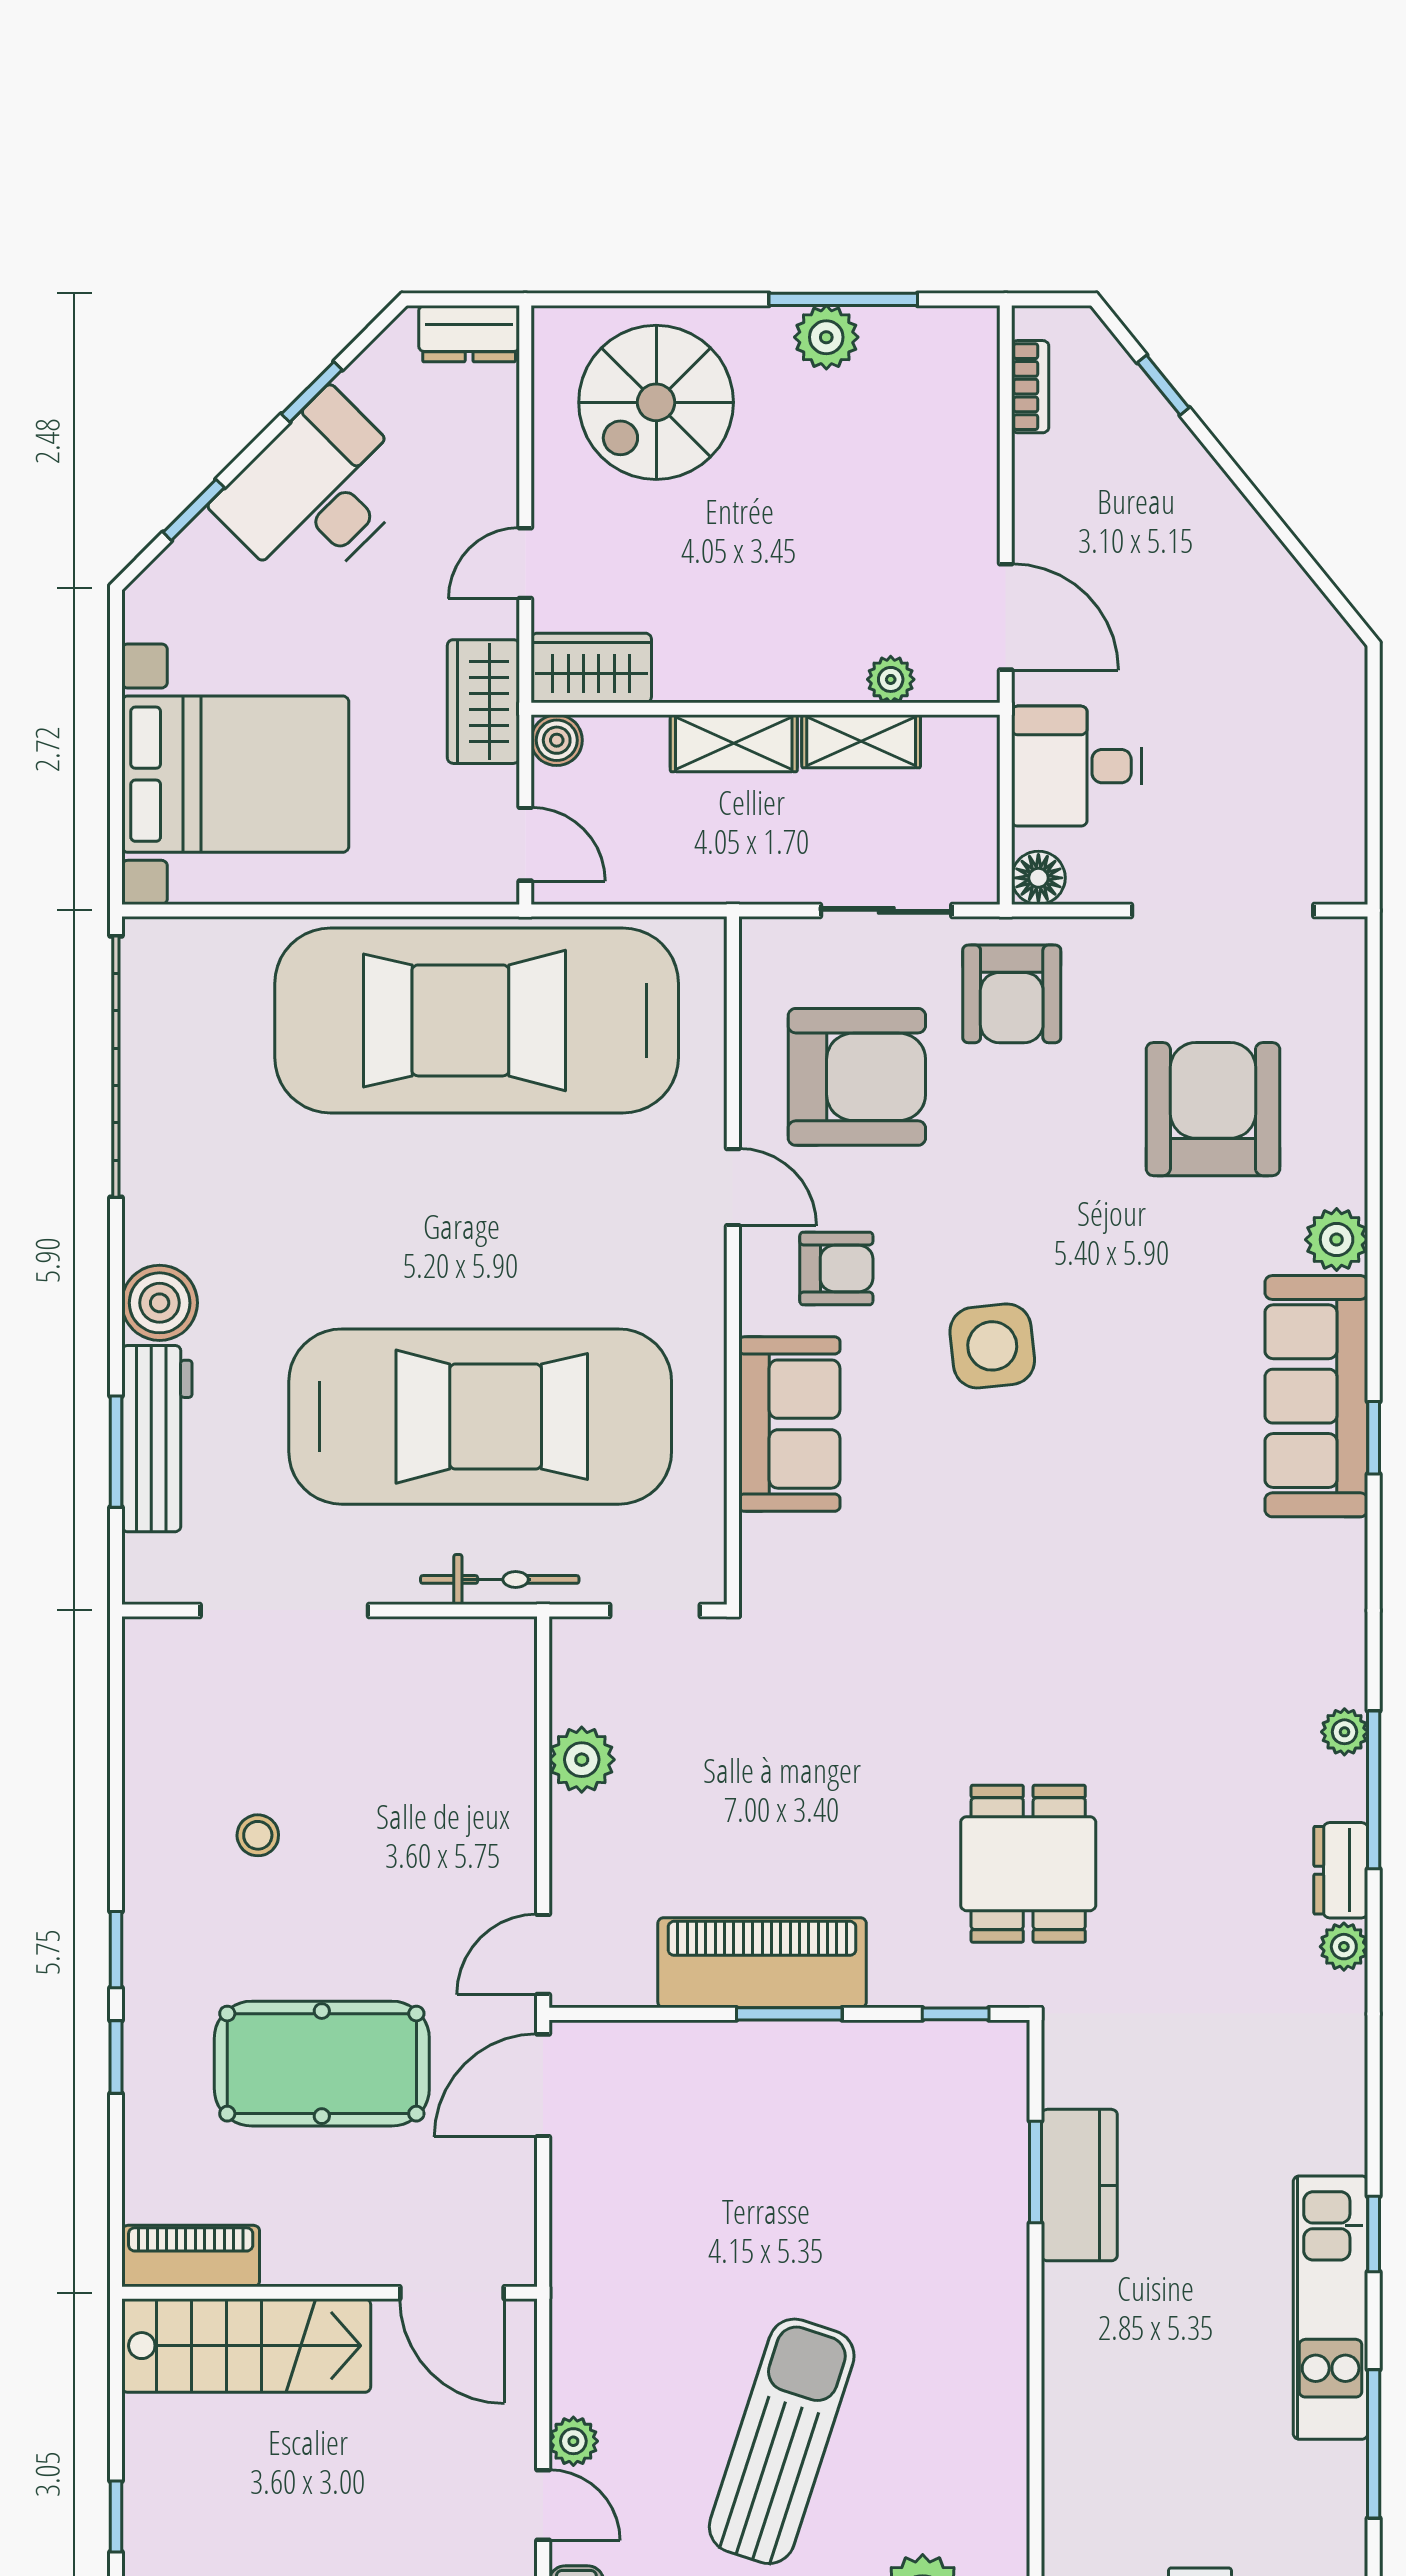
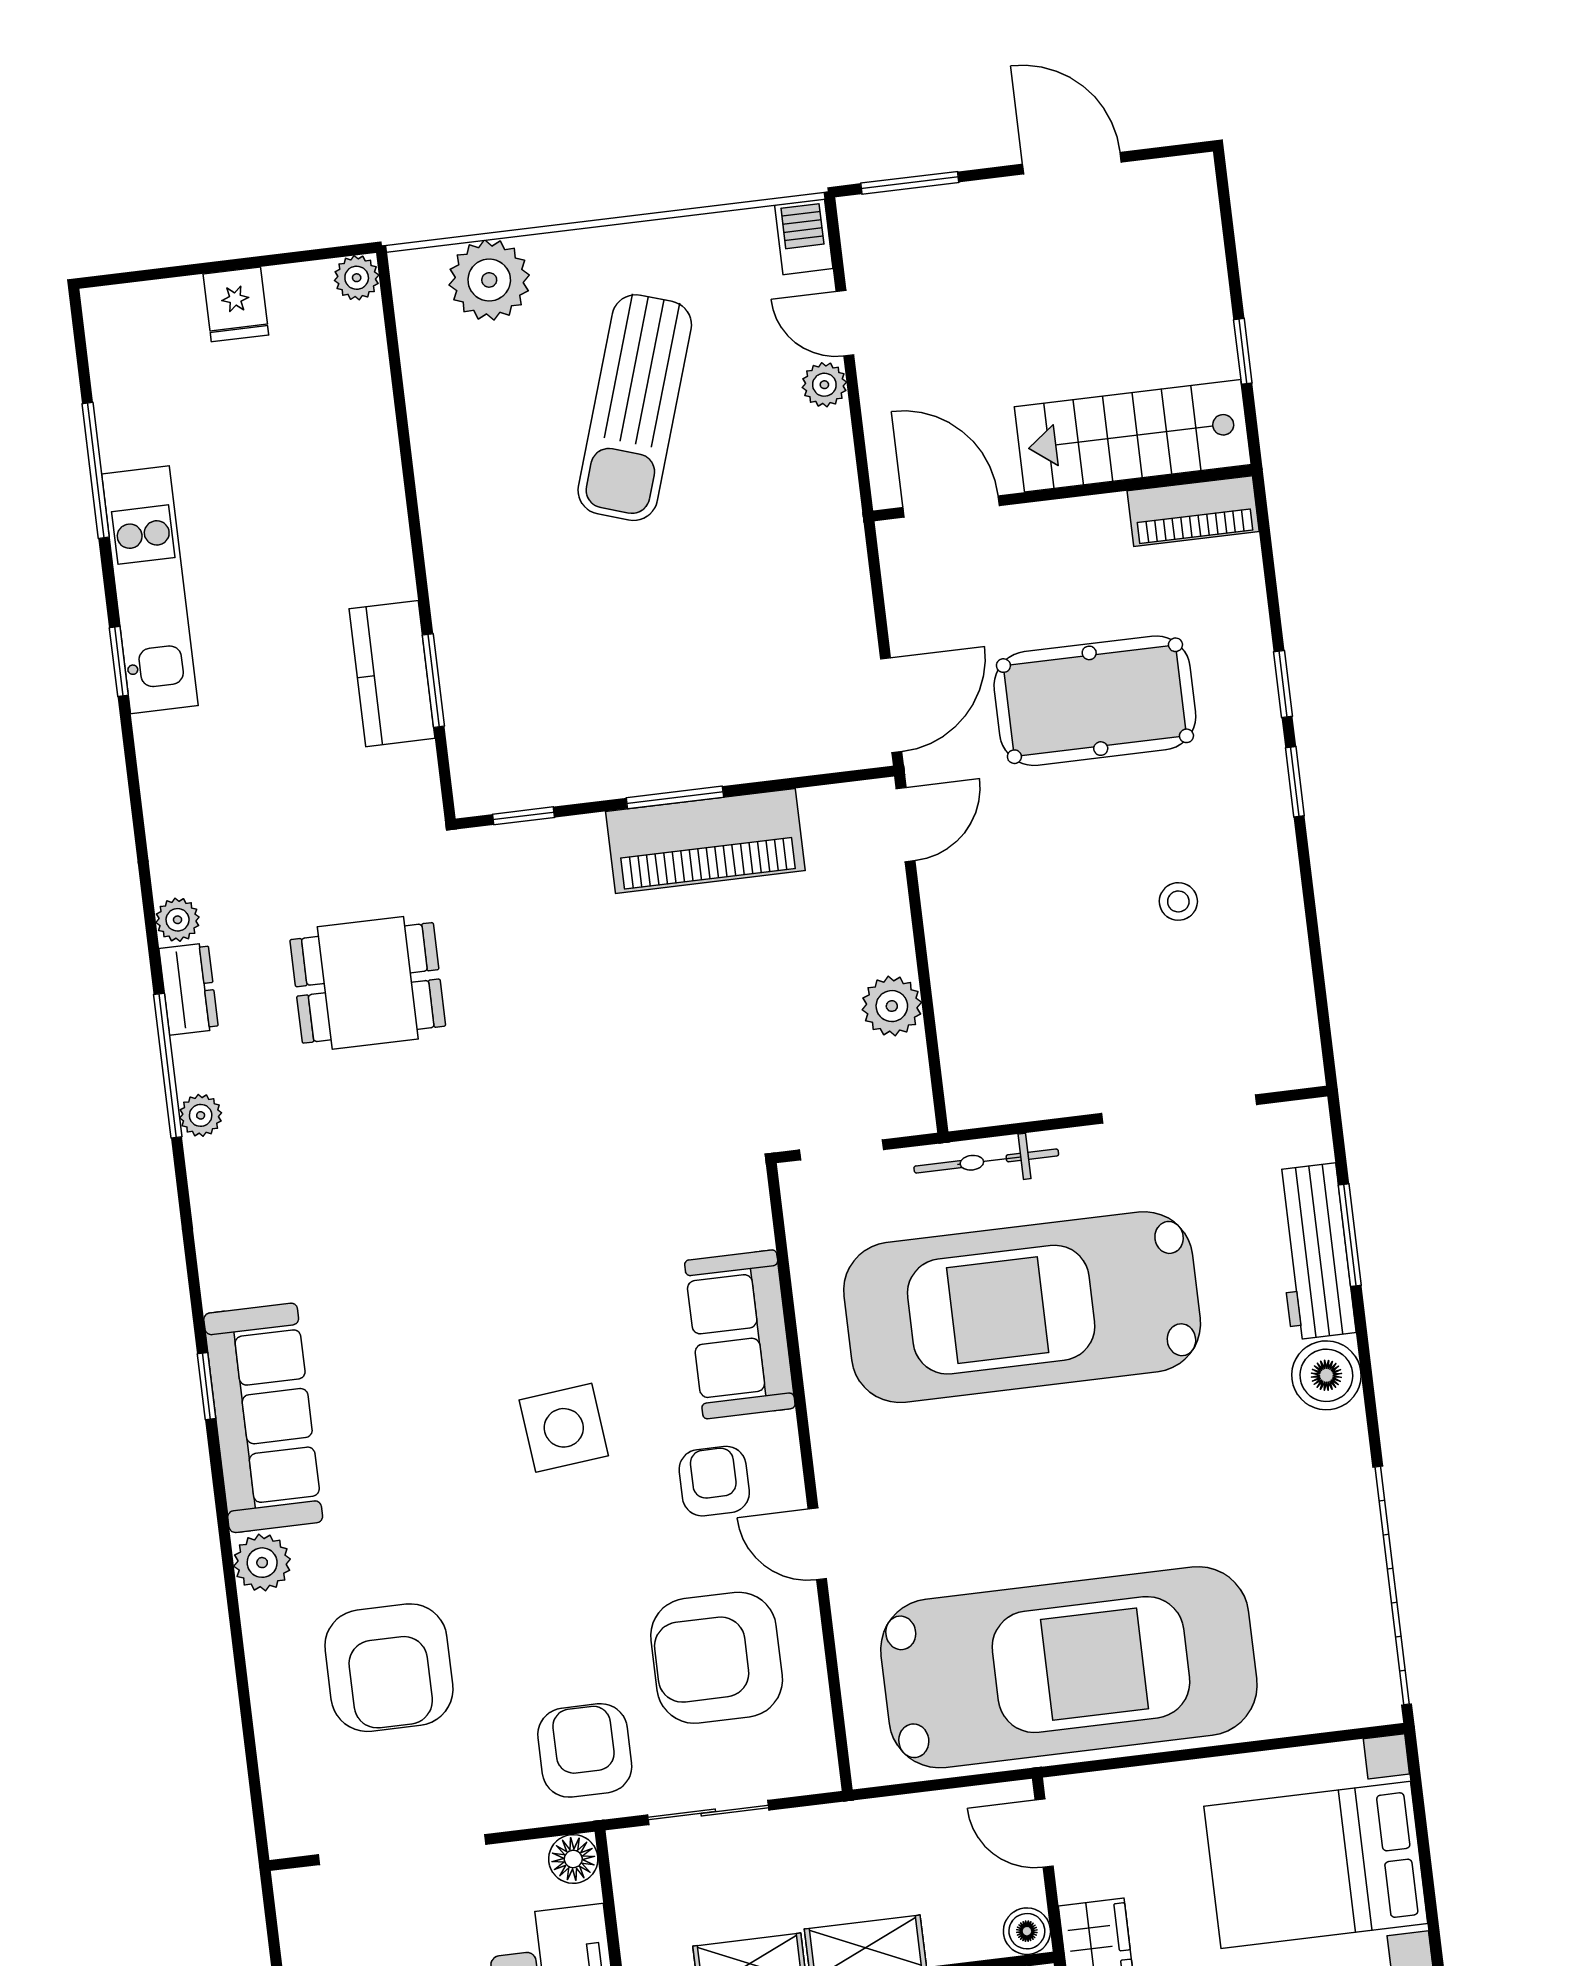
armchair: (836, 1269) -> (714, 1481), turned 90
dining table: (1028, 1864) -> (368, 983), moved, turned 90
window: (116, 2516) -> (1243, 351), moved

